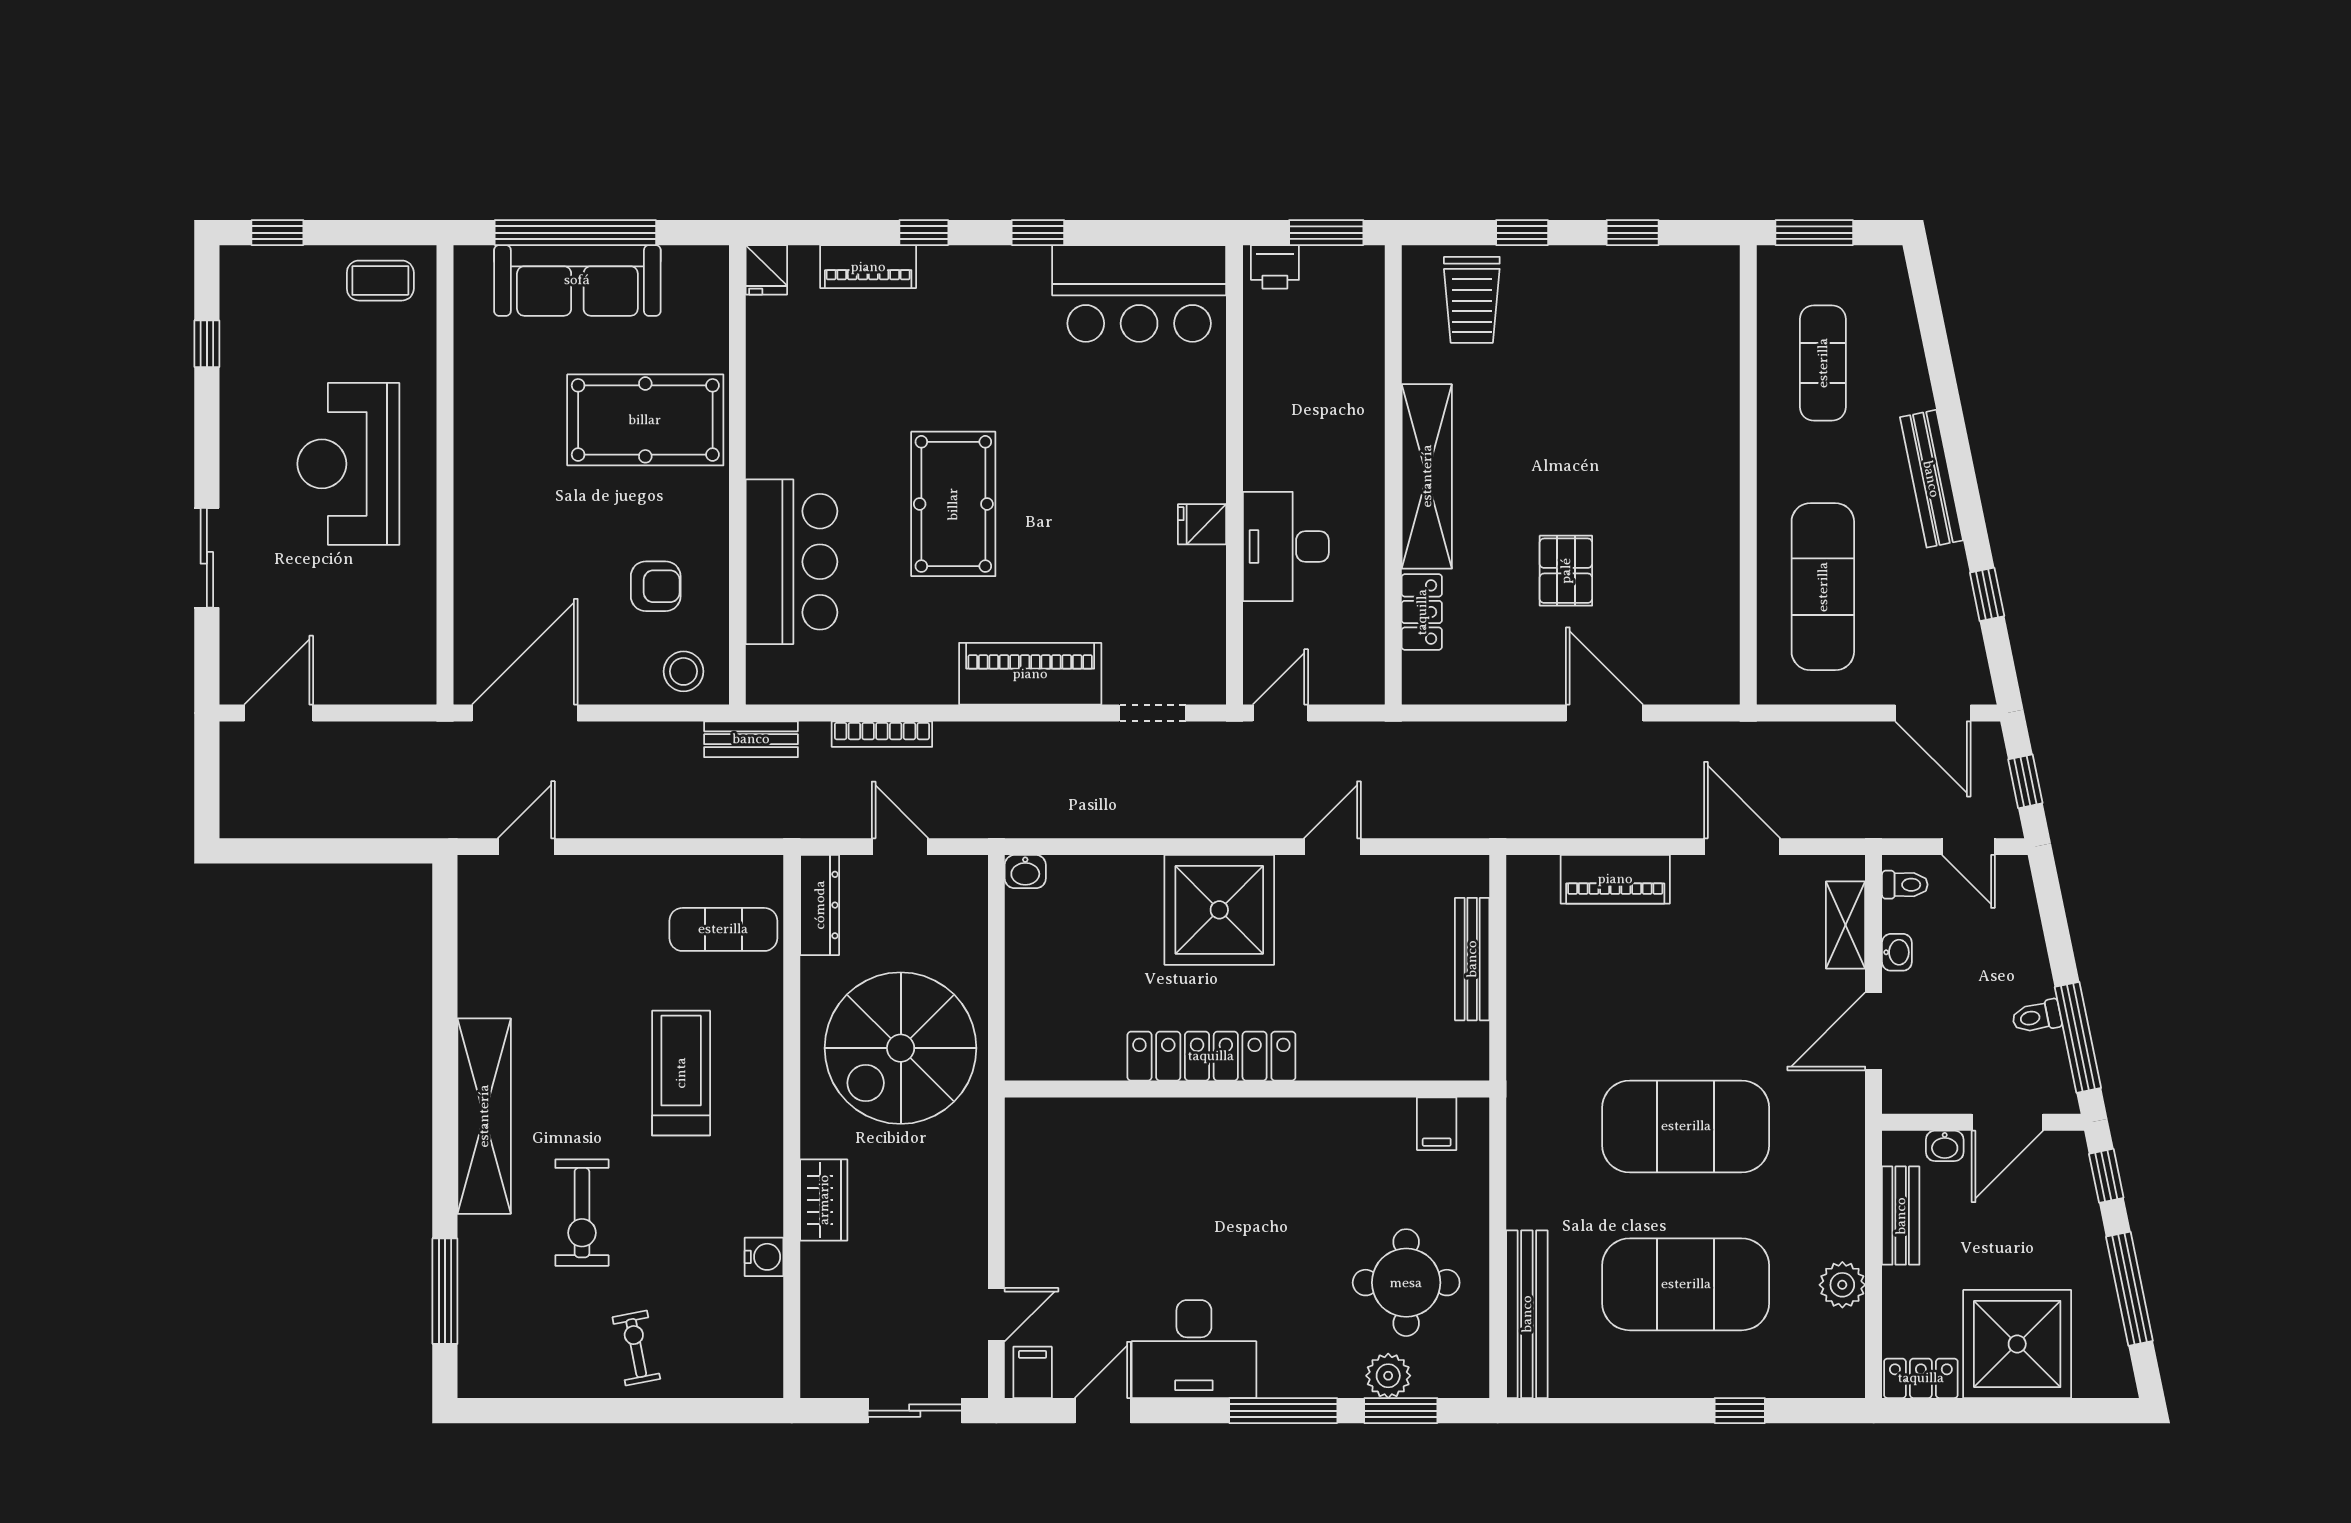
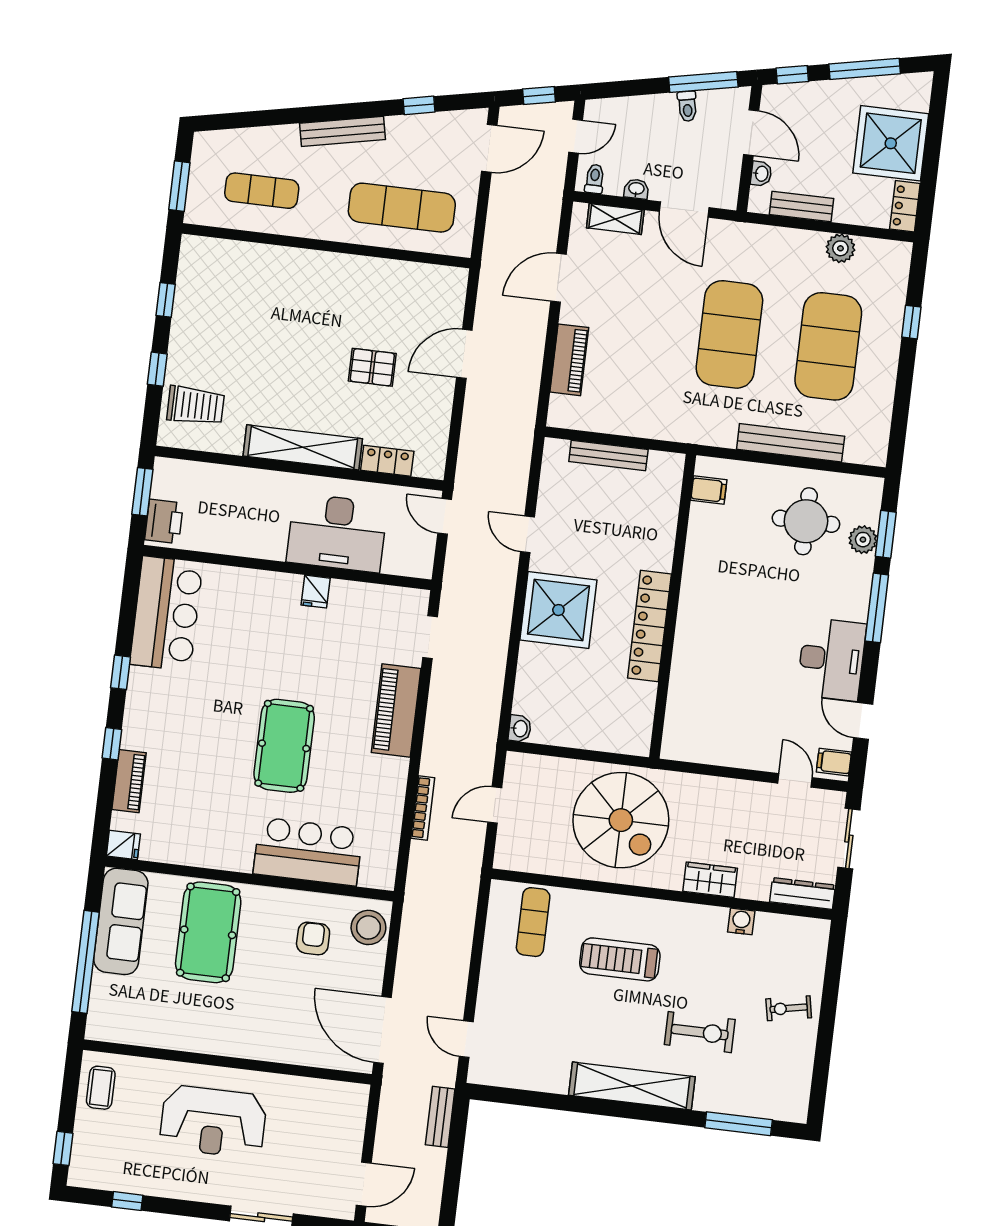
printer: (1275, 267) -> (164, 521), width x1.36, depth x1.24
sofa: (577, 280) -> (121, 921), moved
pool table: (953, 504) -> (284, 746), turned 90
desk: (1286, 546) -> (337, 533), width x1.36, depth x1.30
stool: (684, 671) -> (368, 927), width x1.38, depth x1.38
door: (279, 713) -> (364, 1184), swing flipped
door: (1280, 713) -> (445, 516), moved
bench: (751, 739) -> (440, 1117), moved
dresser: (820, 905) -> (802, 893), moved
bench: (1527, 1314) -> (791, 443), moved

